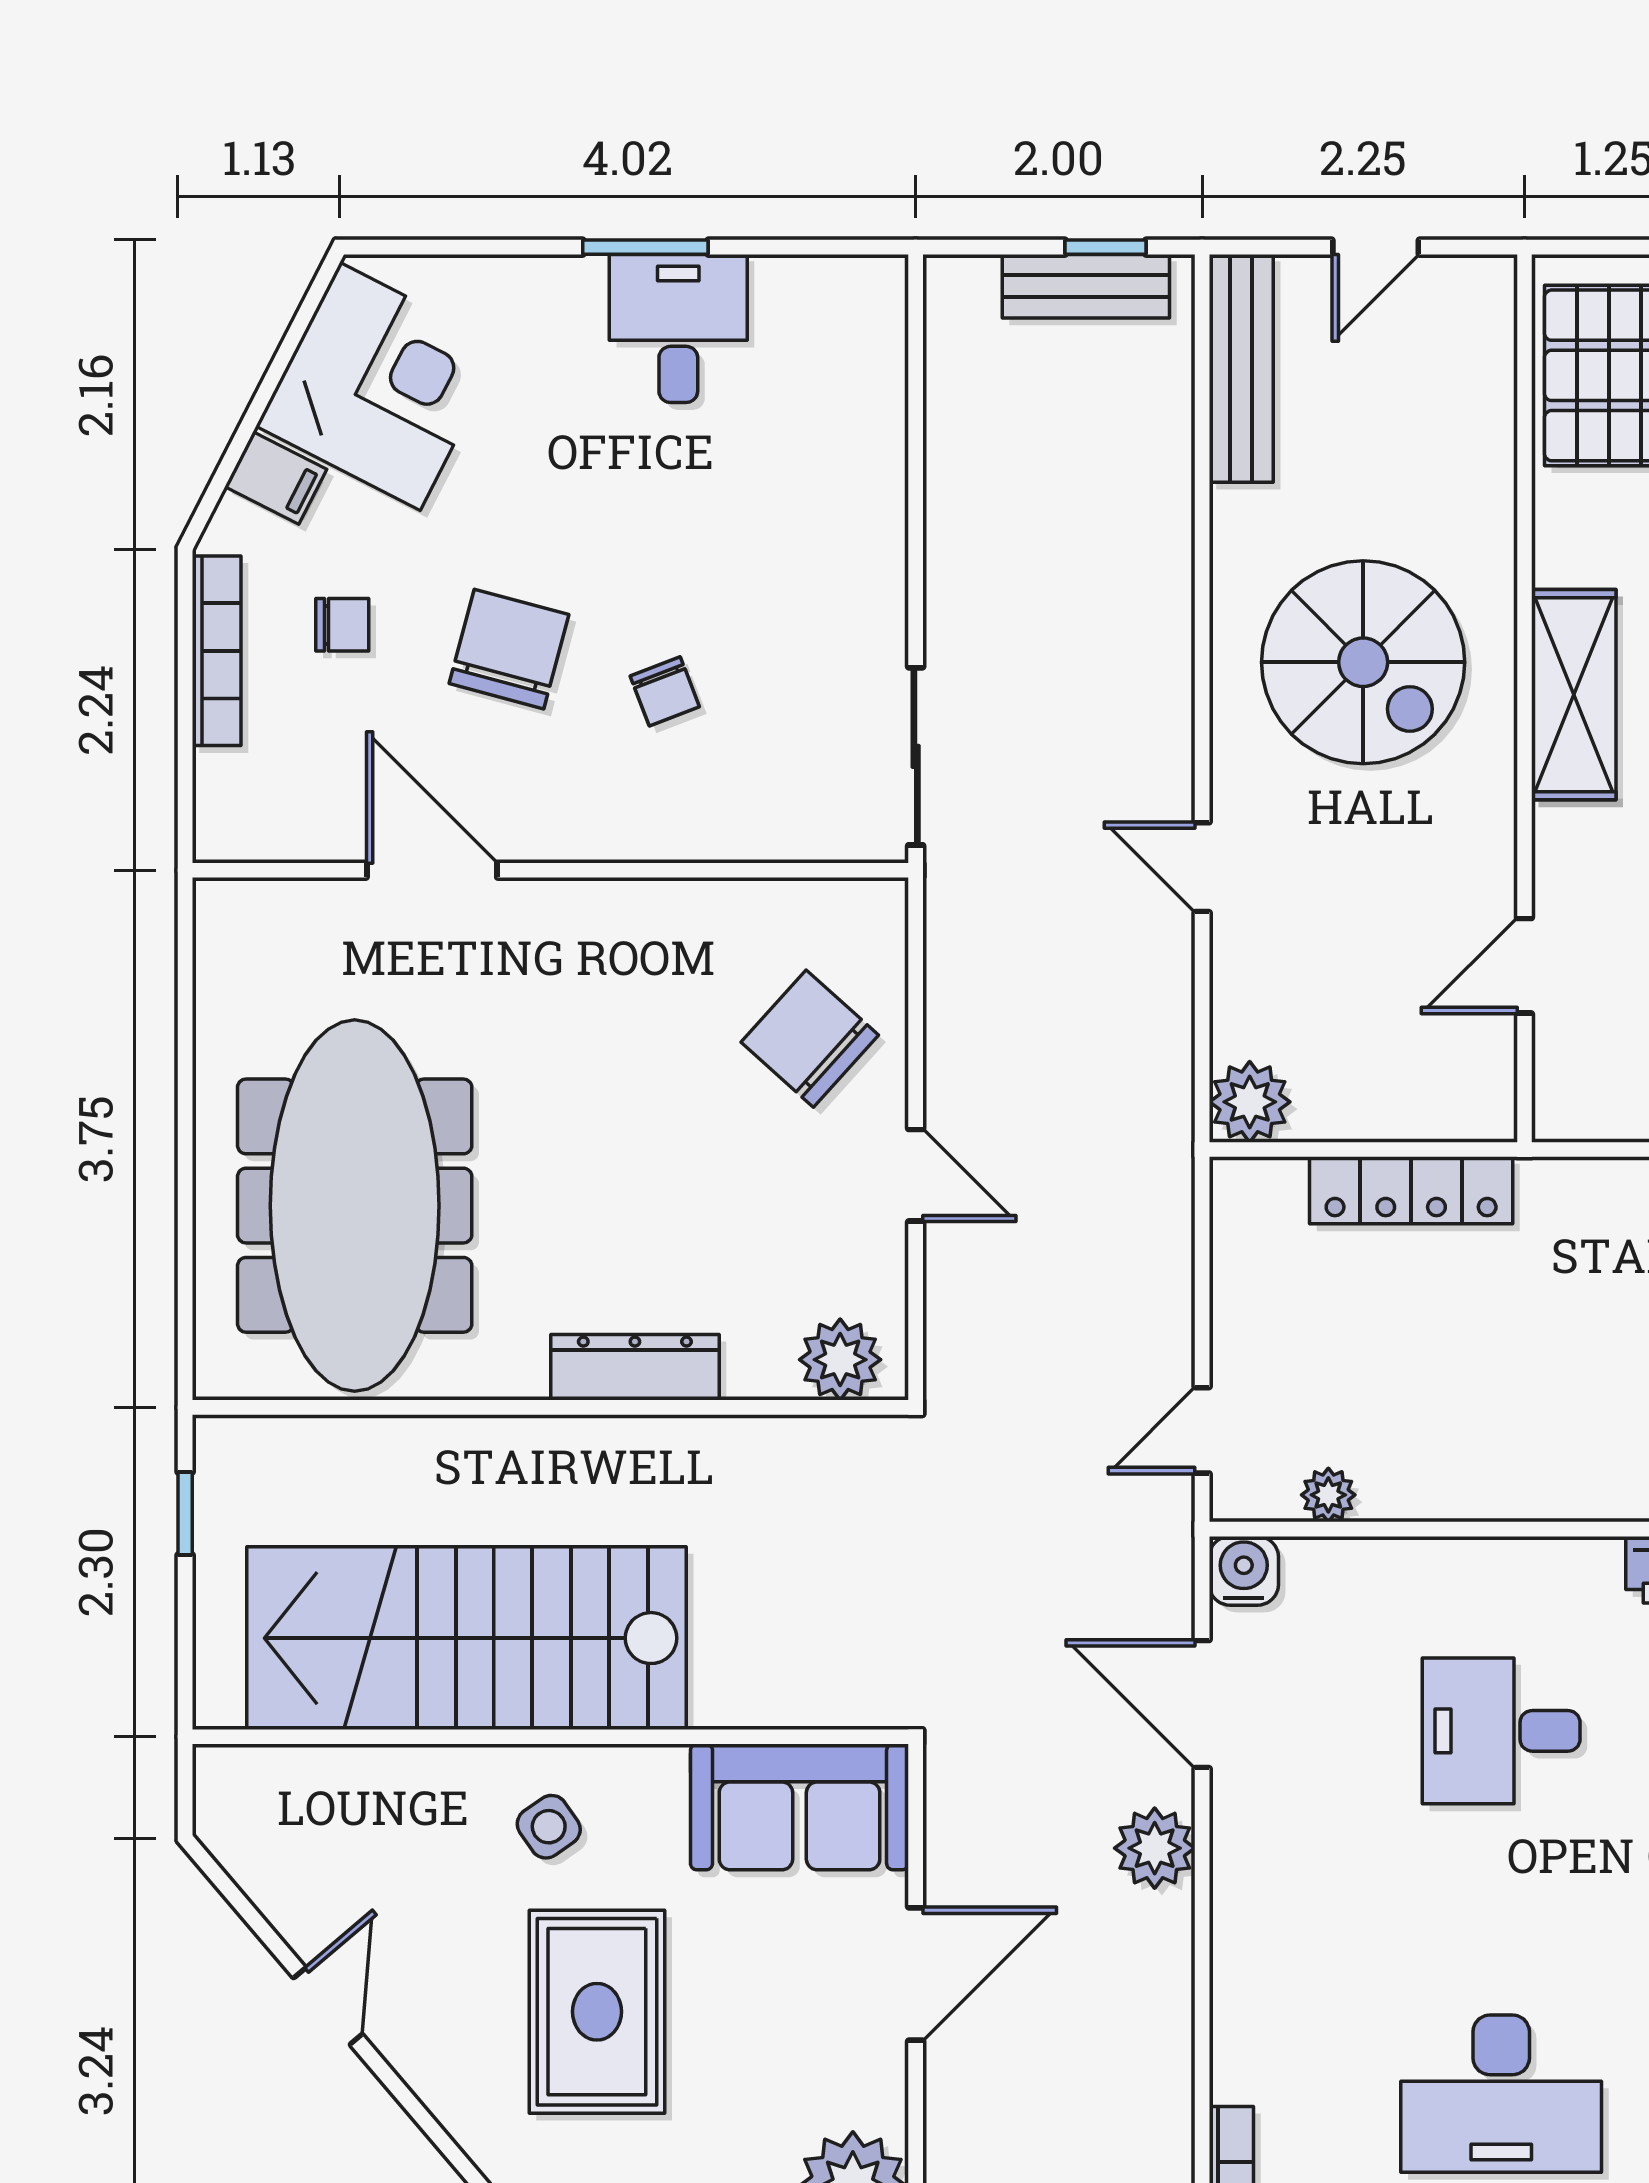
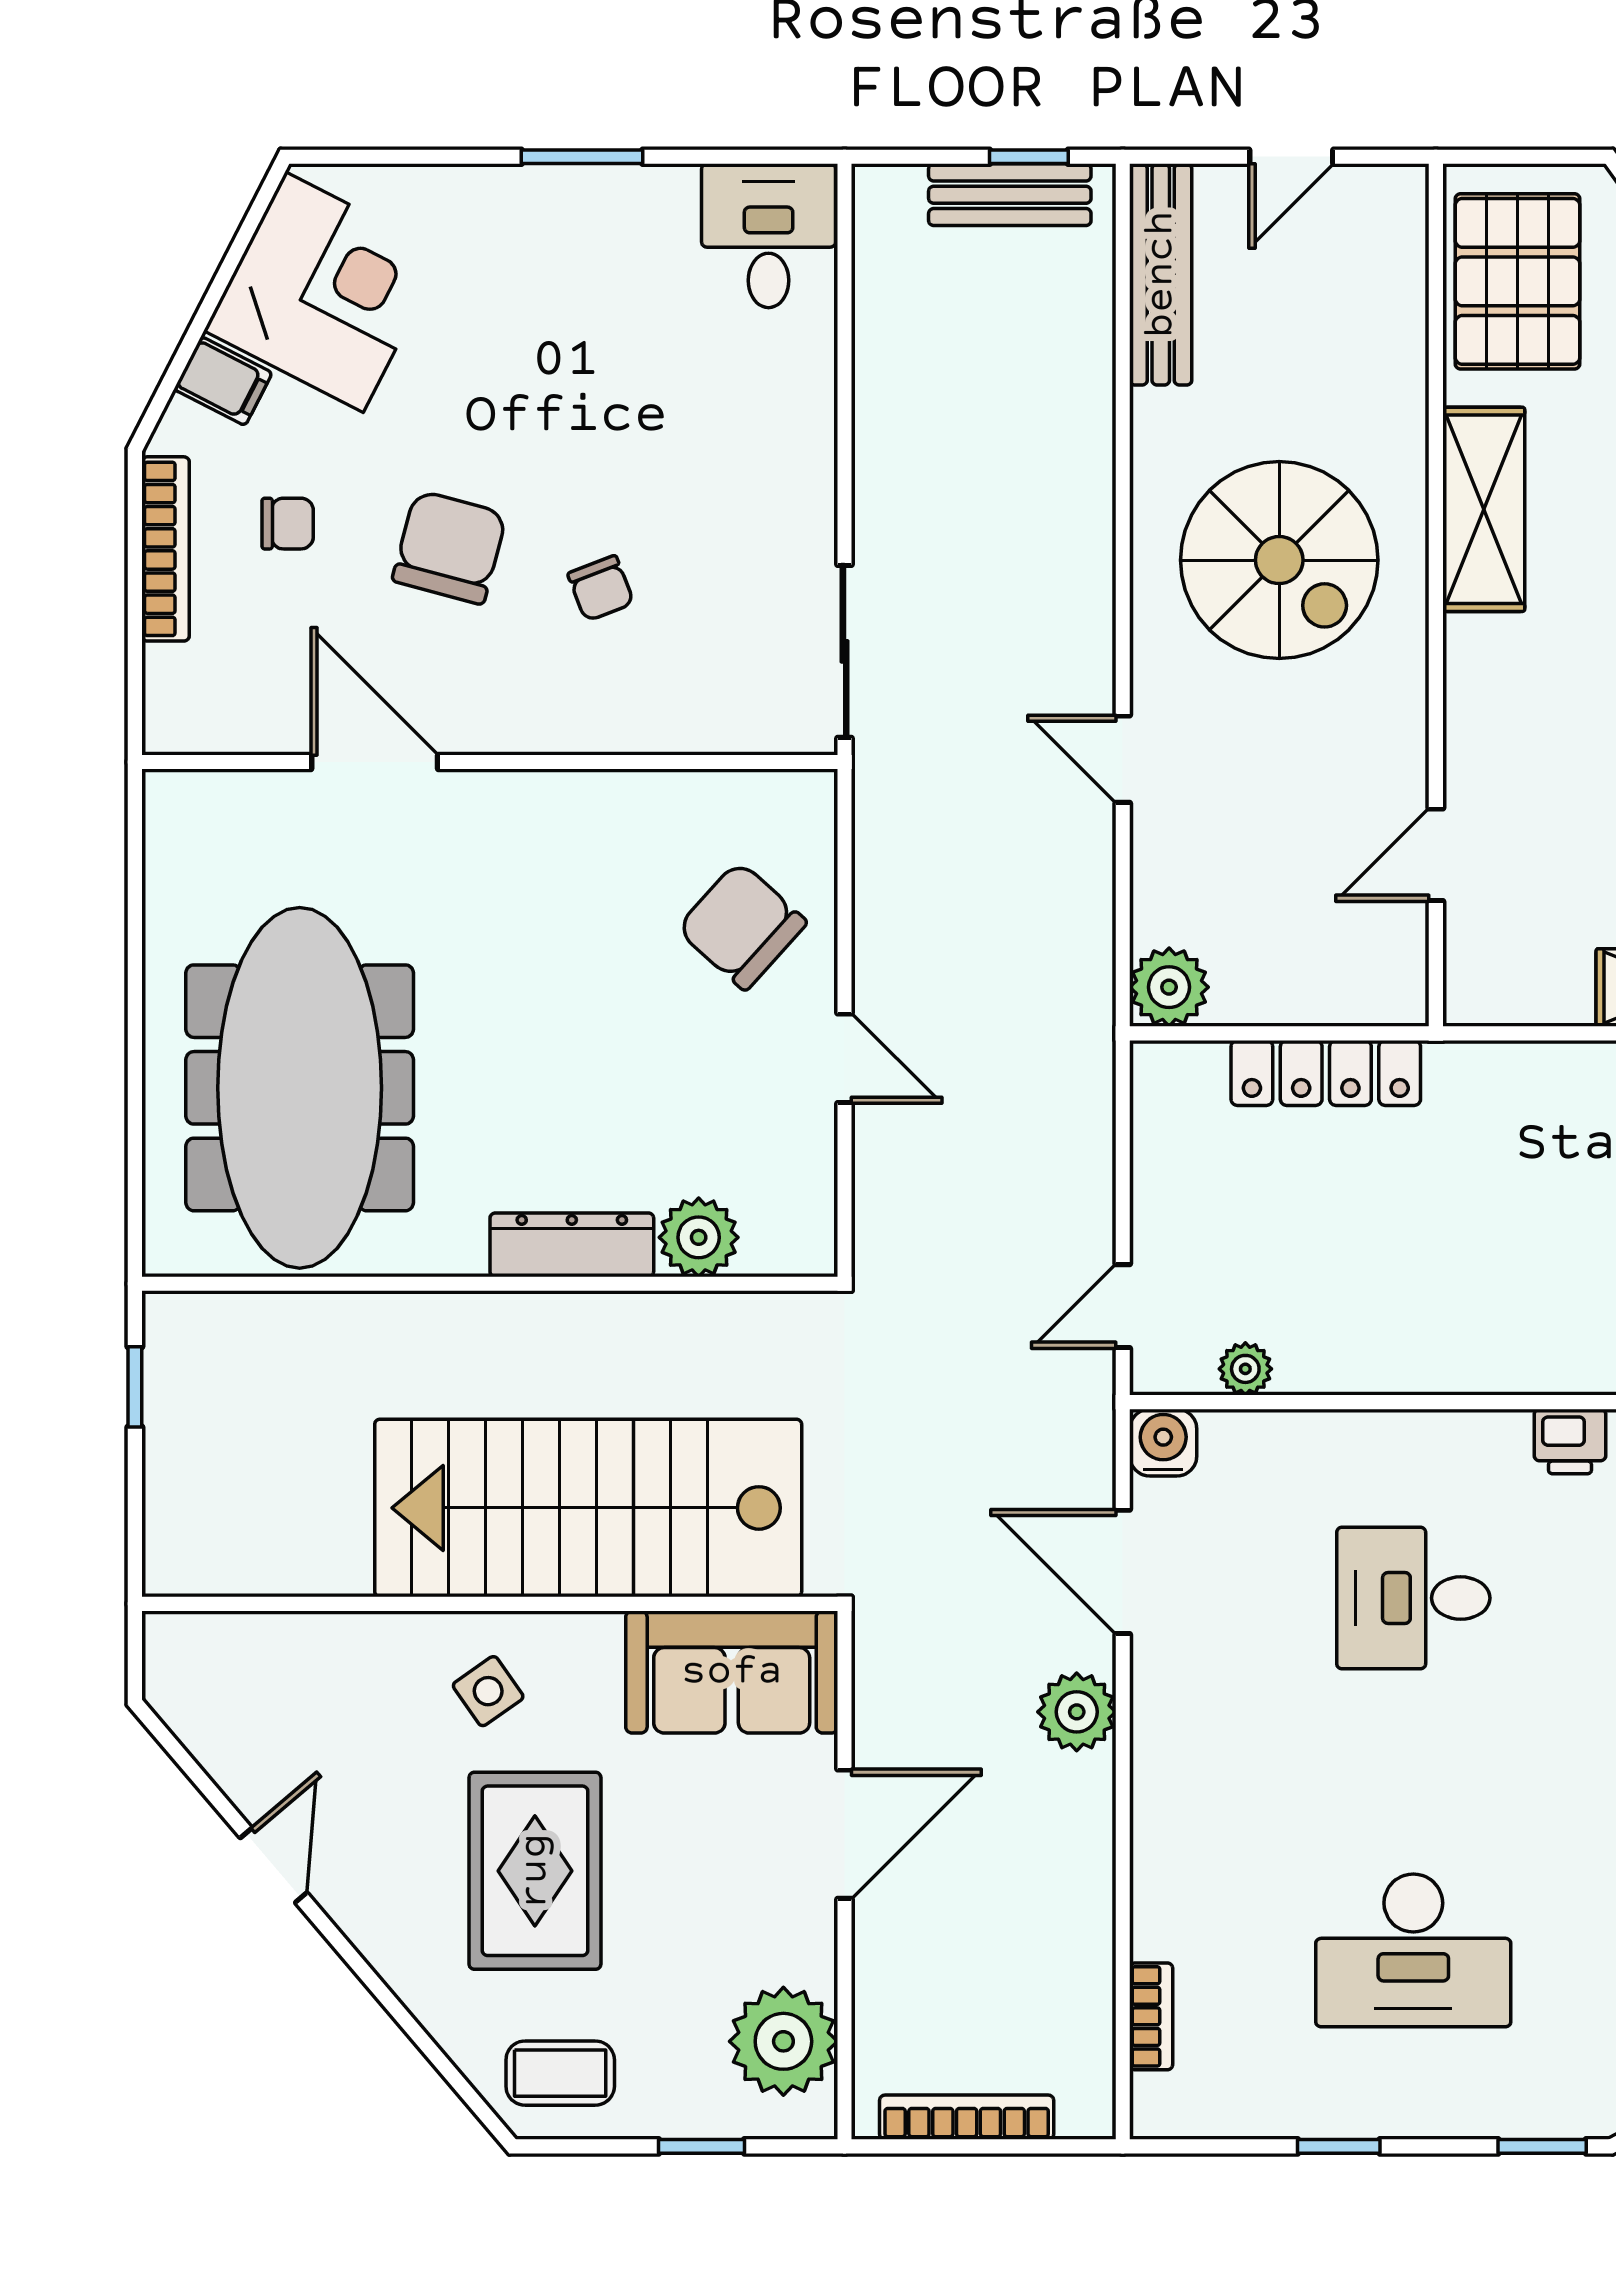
desk: (678, 328) -> (769, 236), moved
shelving: (1574, 695) -> (1484, 509), moved
plant: (840, 1360) -> (699, 1237), moved
stairs: (467, 1638) -> (588, 1508), moved

